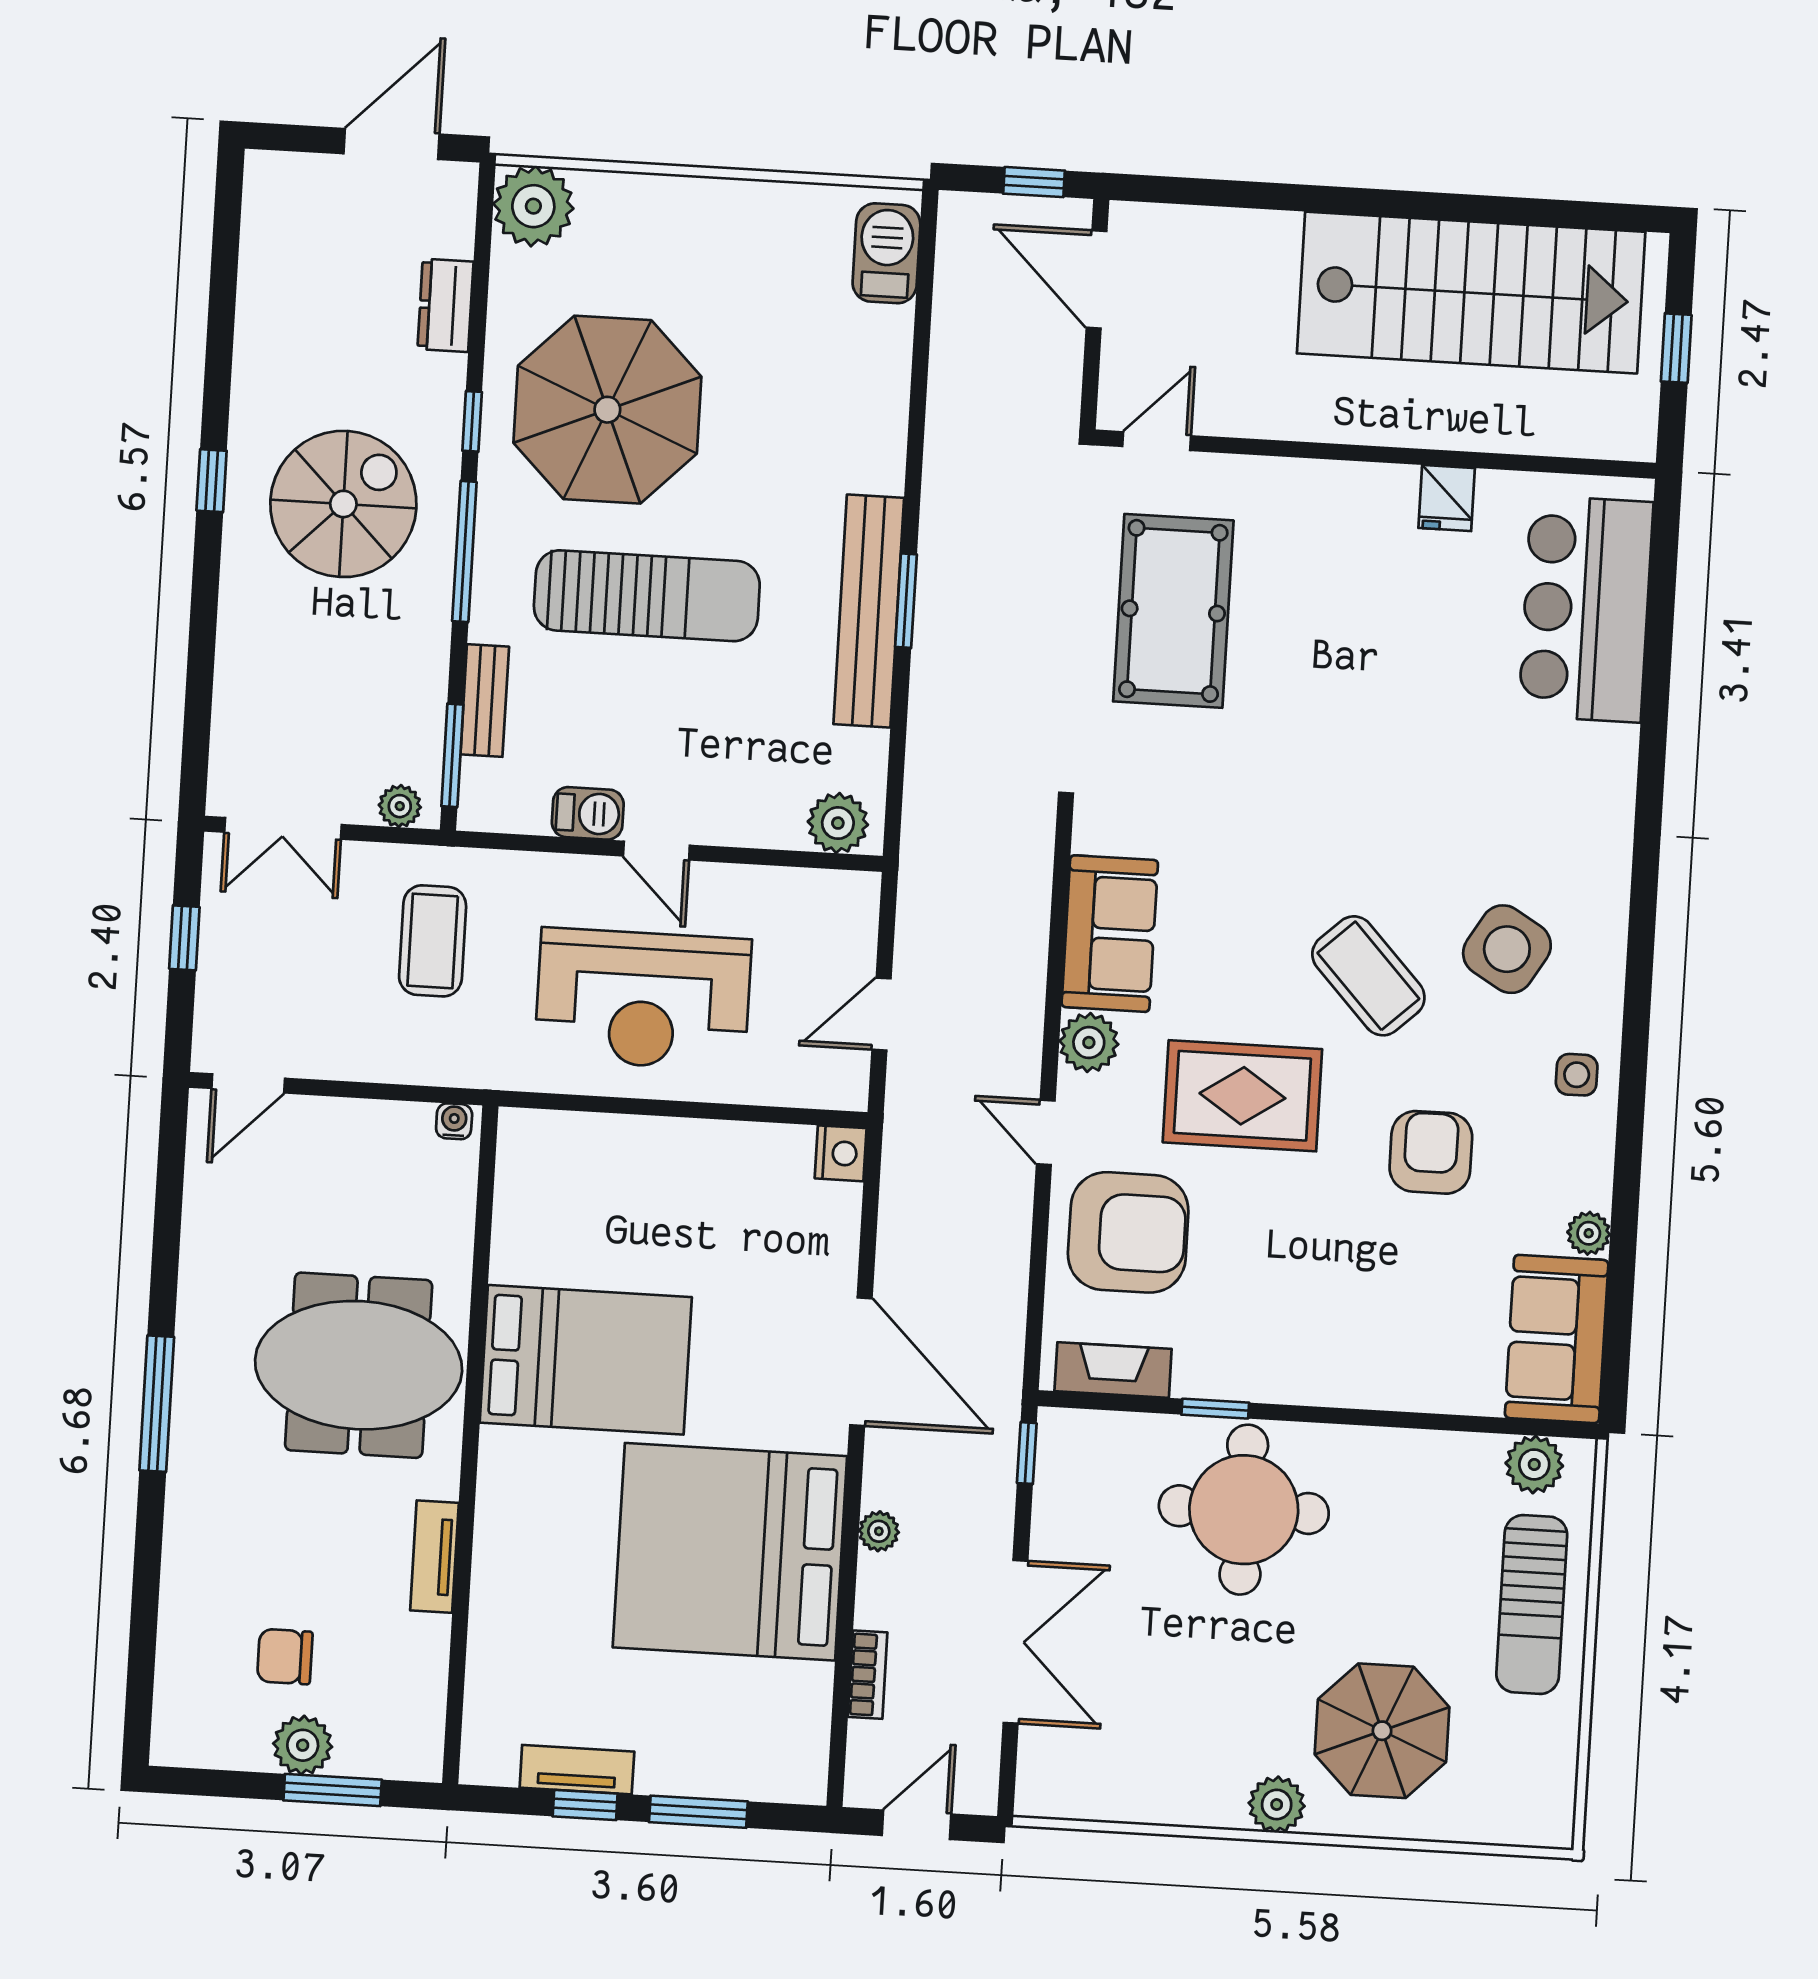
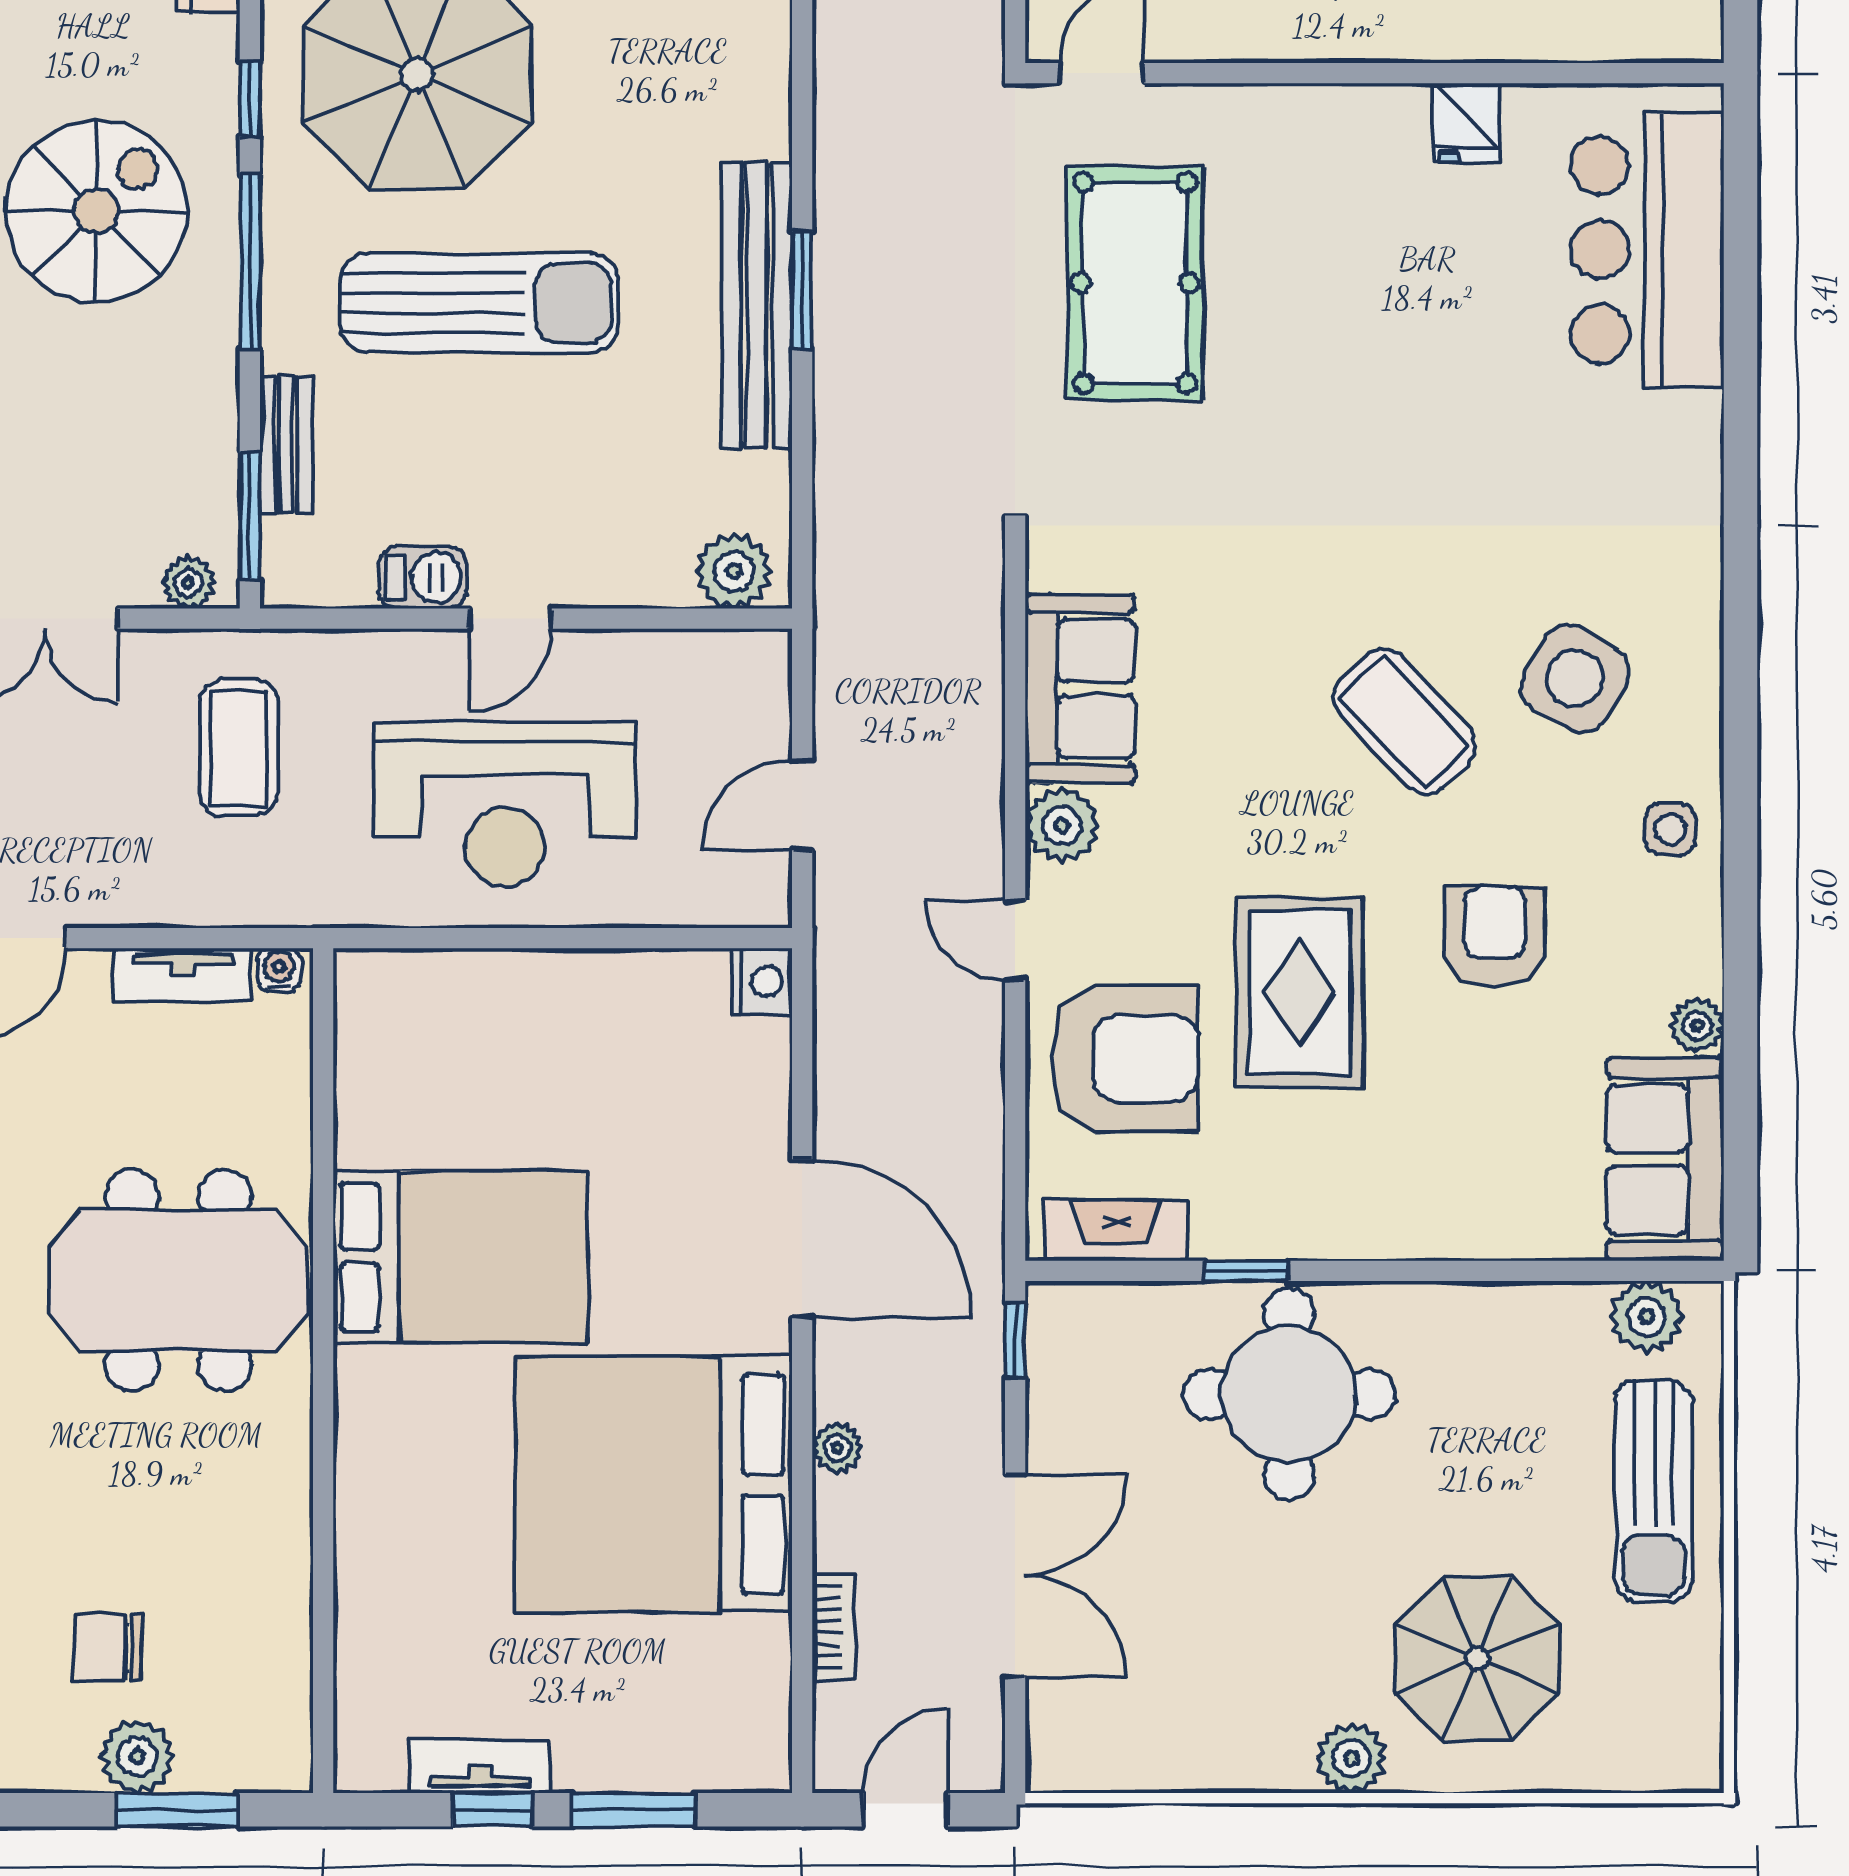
door: (656, 851) -> (511, 619), hinge flipped
rug: (1242, 1096) -> (1300, 992), moved, turned 90
tv unit: (434, 1557) -> (183, 974), moved, turned -90

